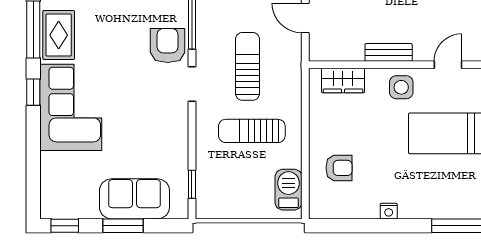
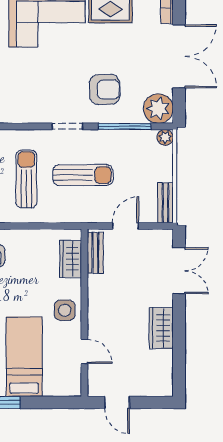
armchair: (168, 46) -> (105, 89), moved
bench: (389, 52) -> (95, 253), moved

